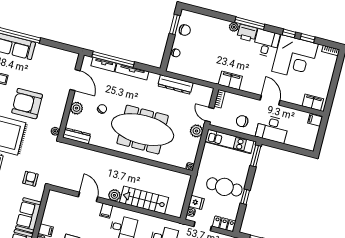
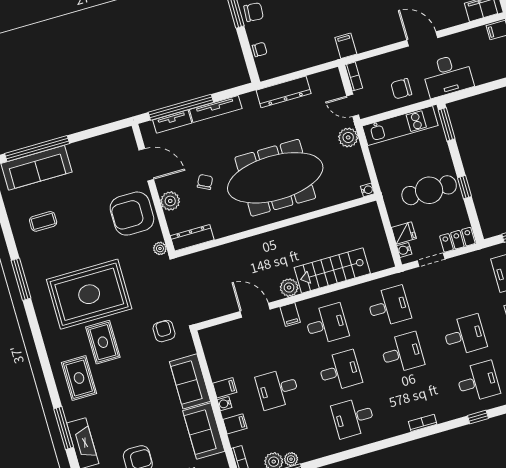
filing cabinet: (230, 80) -> (346, 46), width x0.50
armchair: (27, 104) -> (132, 214), moved

